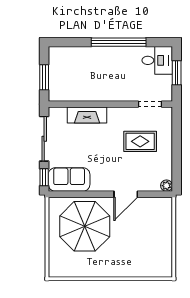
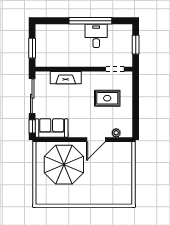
desk: (157, 60) -> (96, 36), moved, turned -90
plant: (167, 186) -> (116, 133), moved

